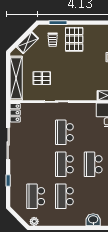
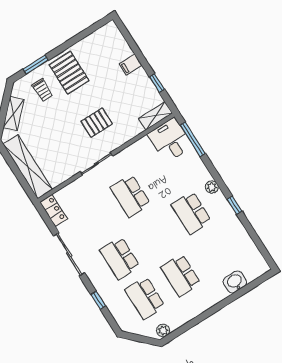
pallet: (42, 78) -> (97, 123), moved
school desk: (64, 164) -> (120, 258), moved

